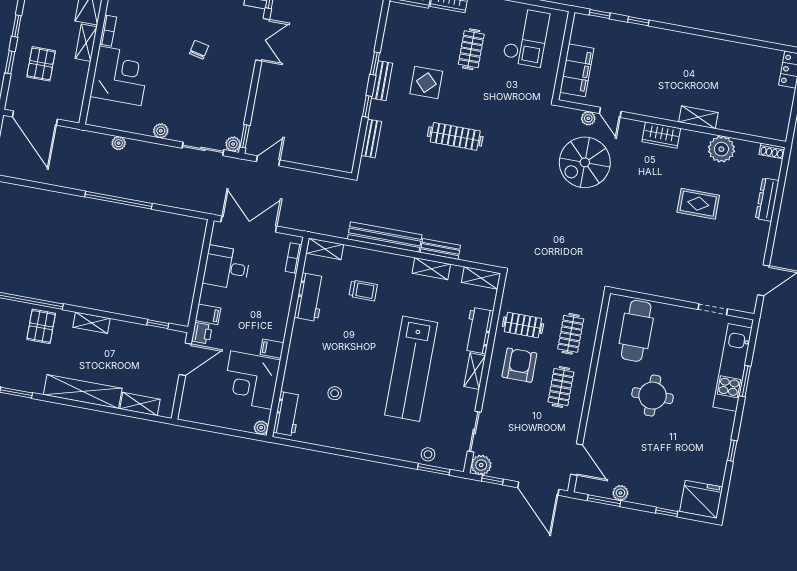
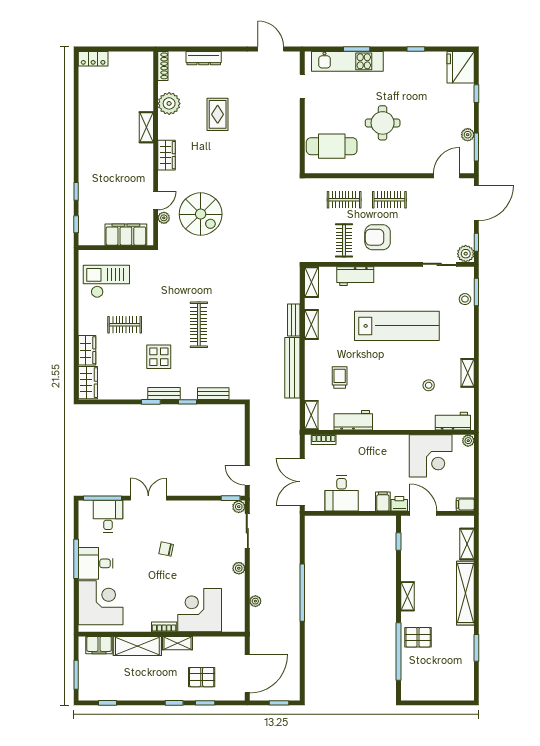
shoe rack: (772, 151) -> (163, 66), width x1.43
filing cabinet: (272, 349) -> (465, 504), moved, turned 90
shelving: (475, 371) -> (468, 373), moved, turned 90

